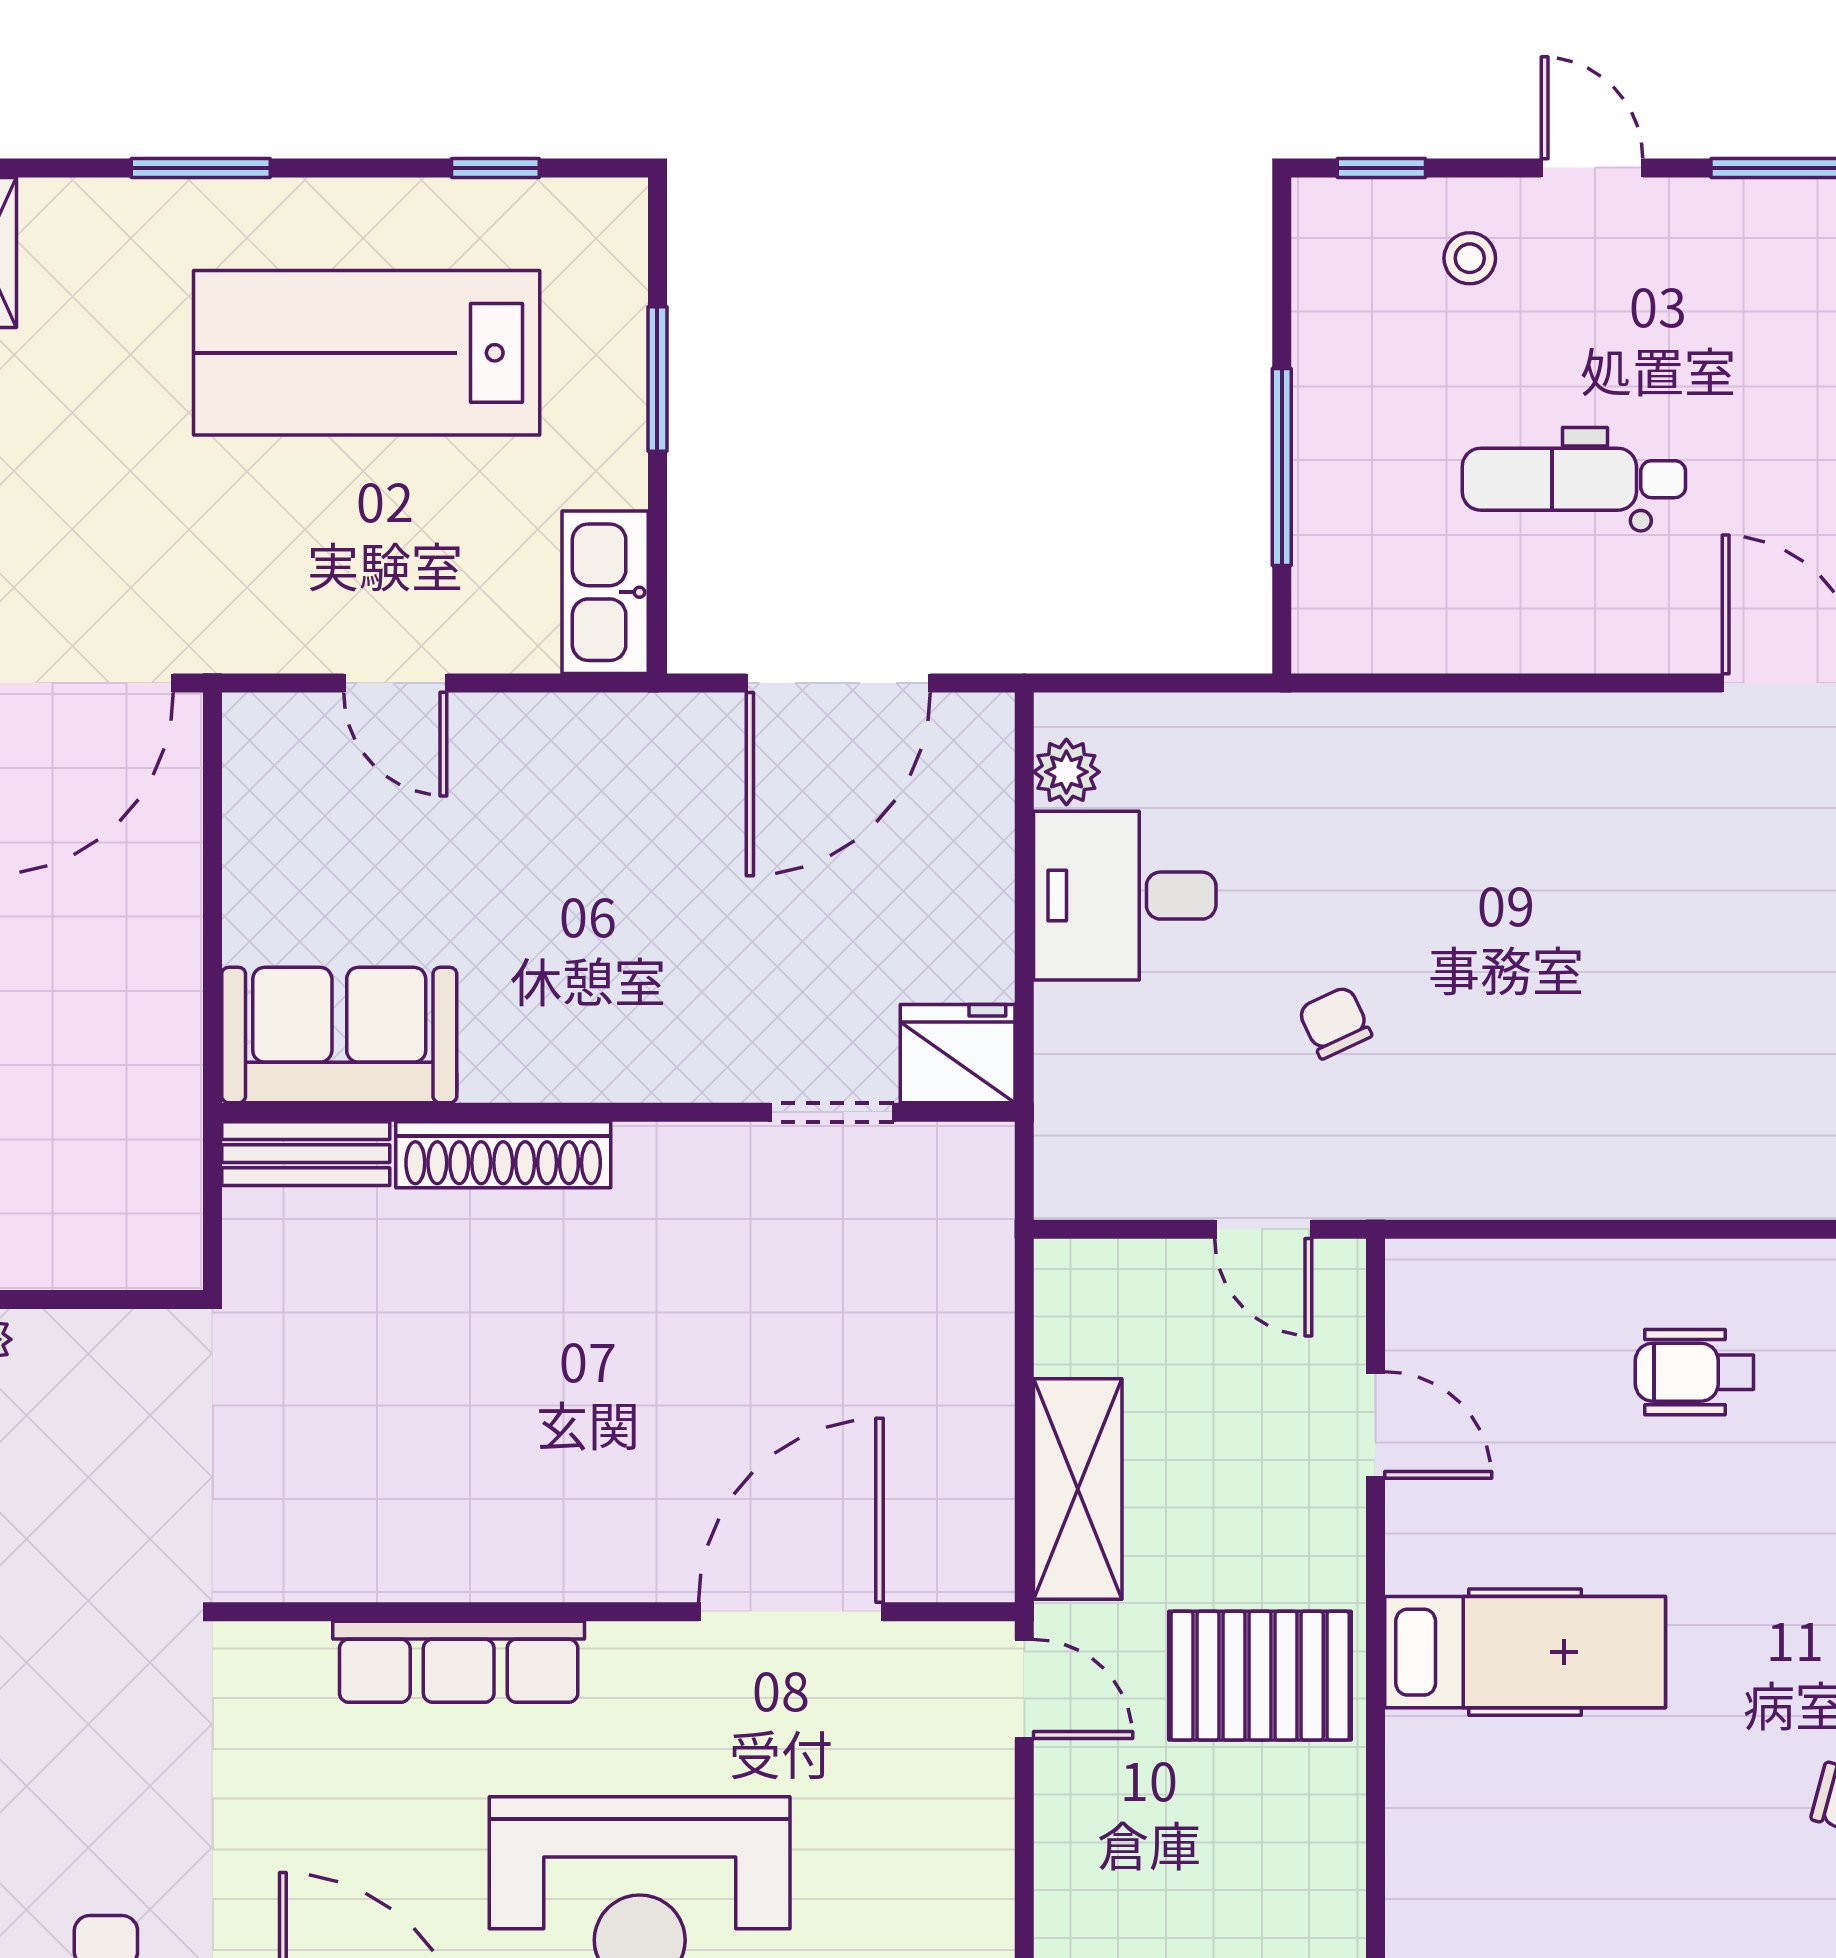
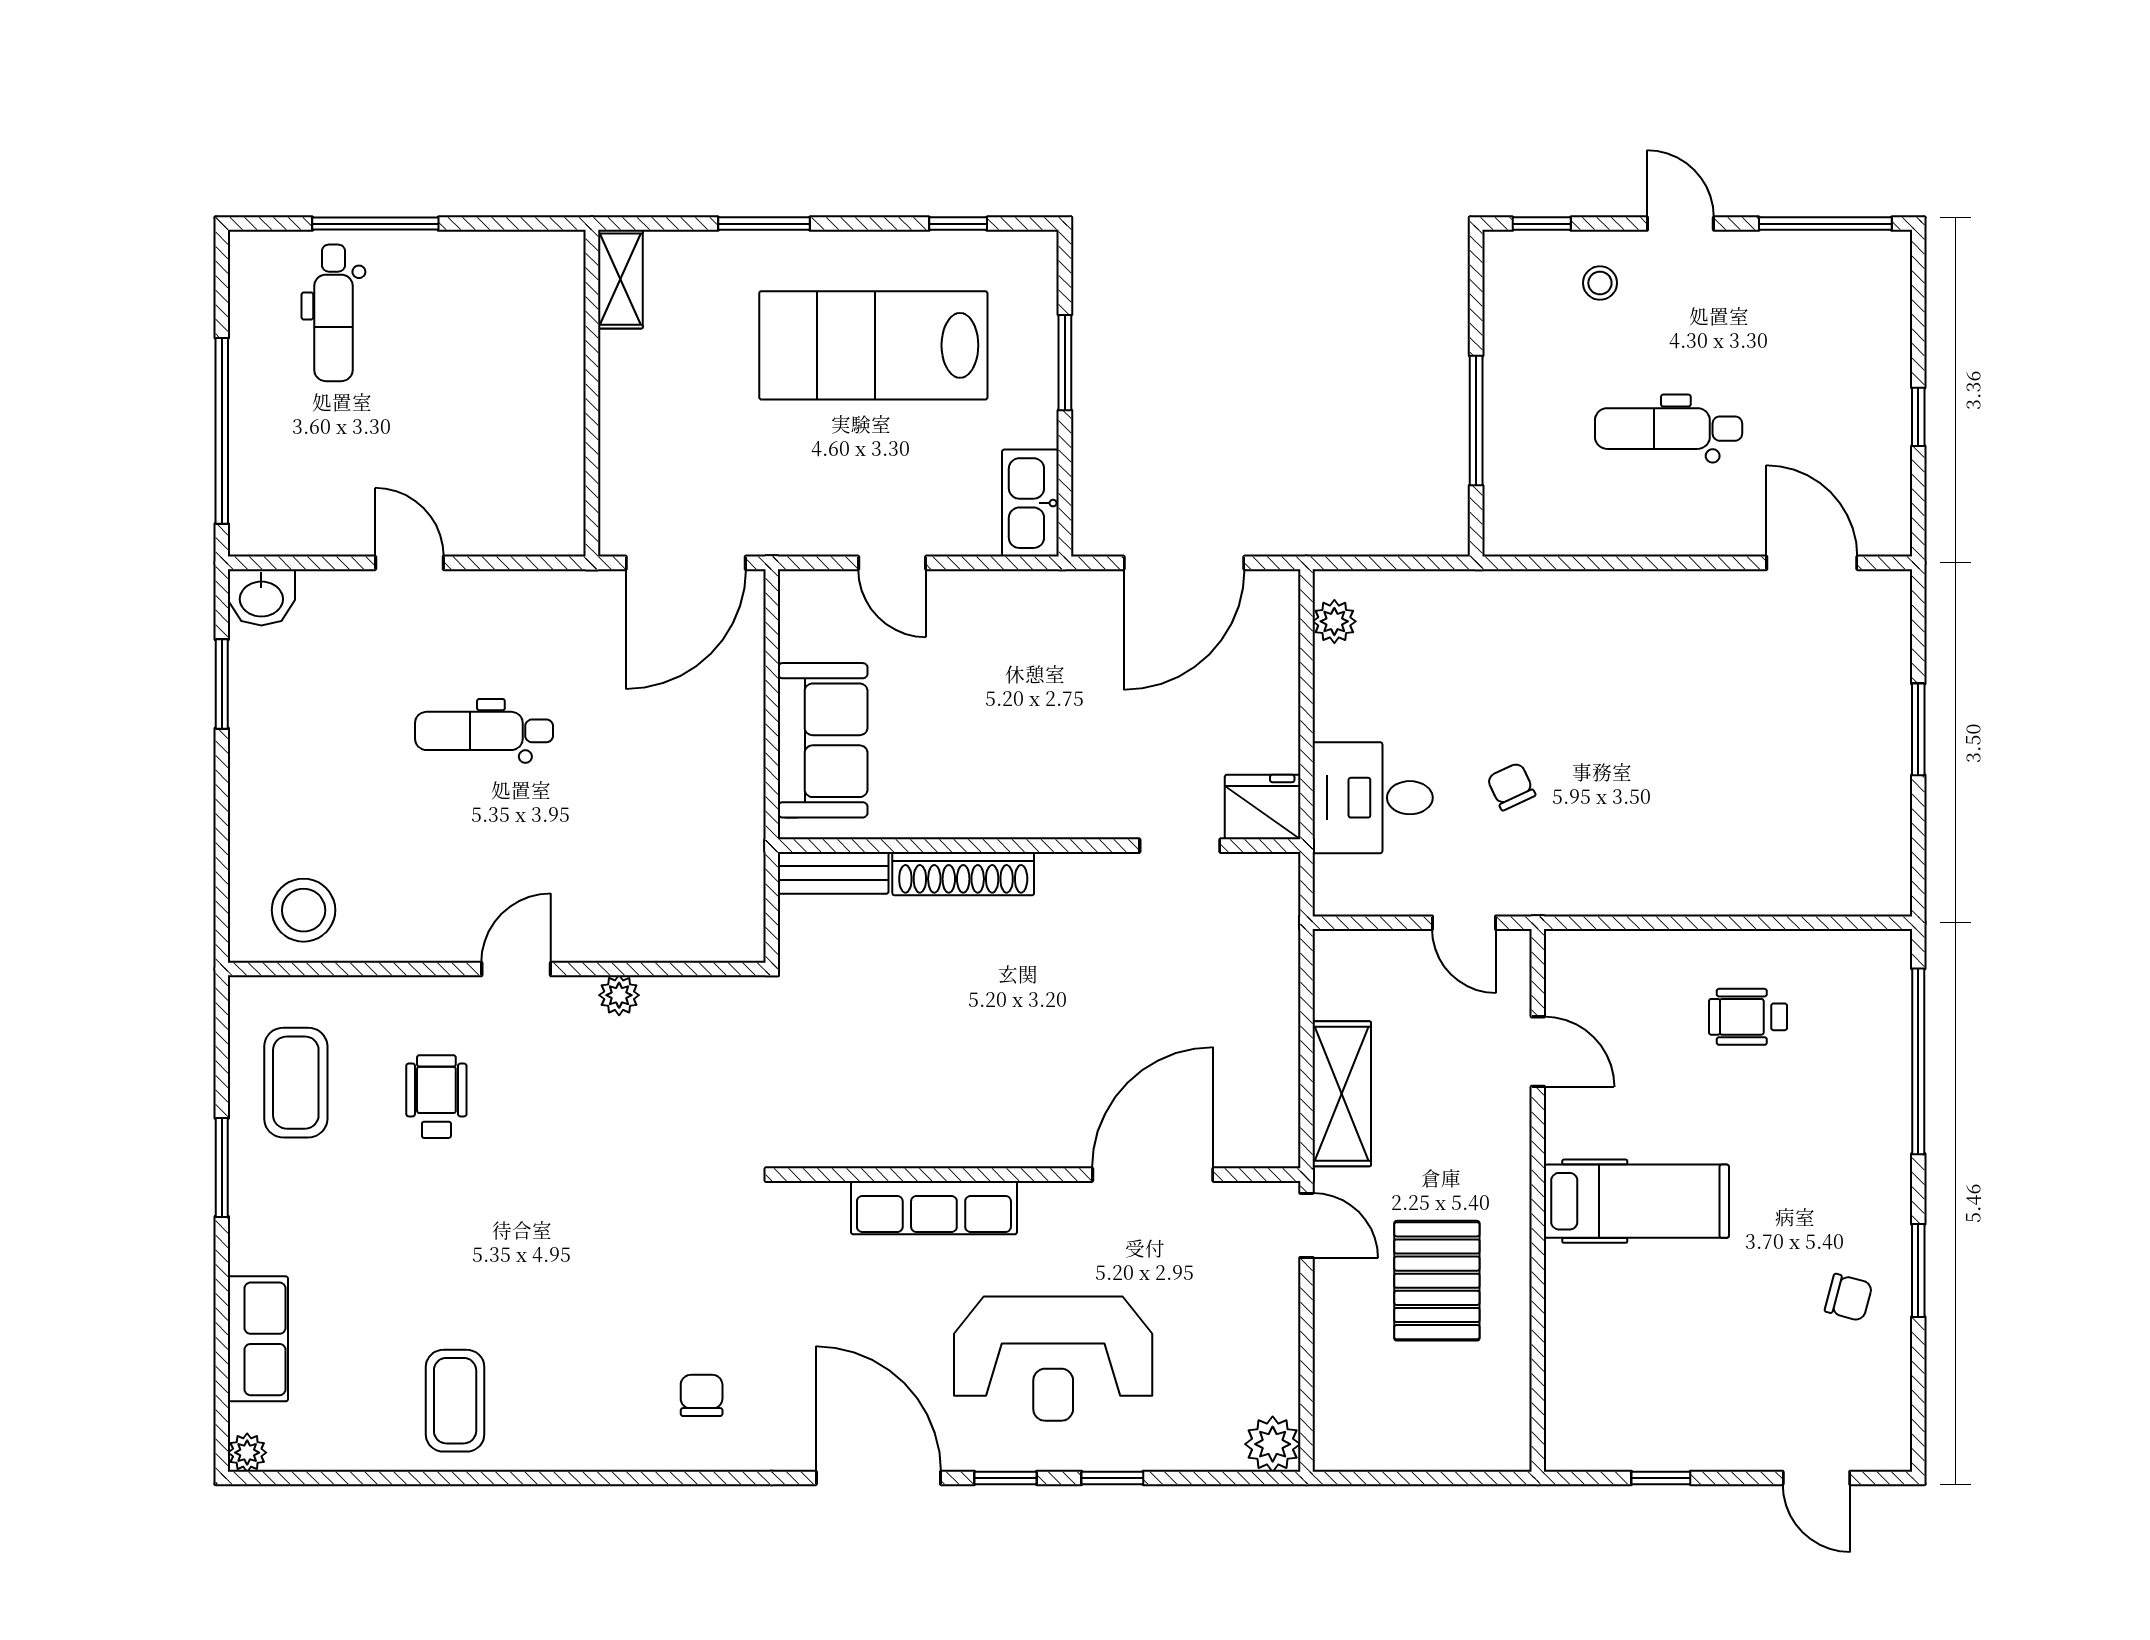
desk: (1125, 896) -> (1373, 798), moved
sofa: (339, 1035) -> (823, 740), moved, turned 90
pallet: (1260, 1676) -> (1437, 1281), moved, turned 90

